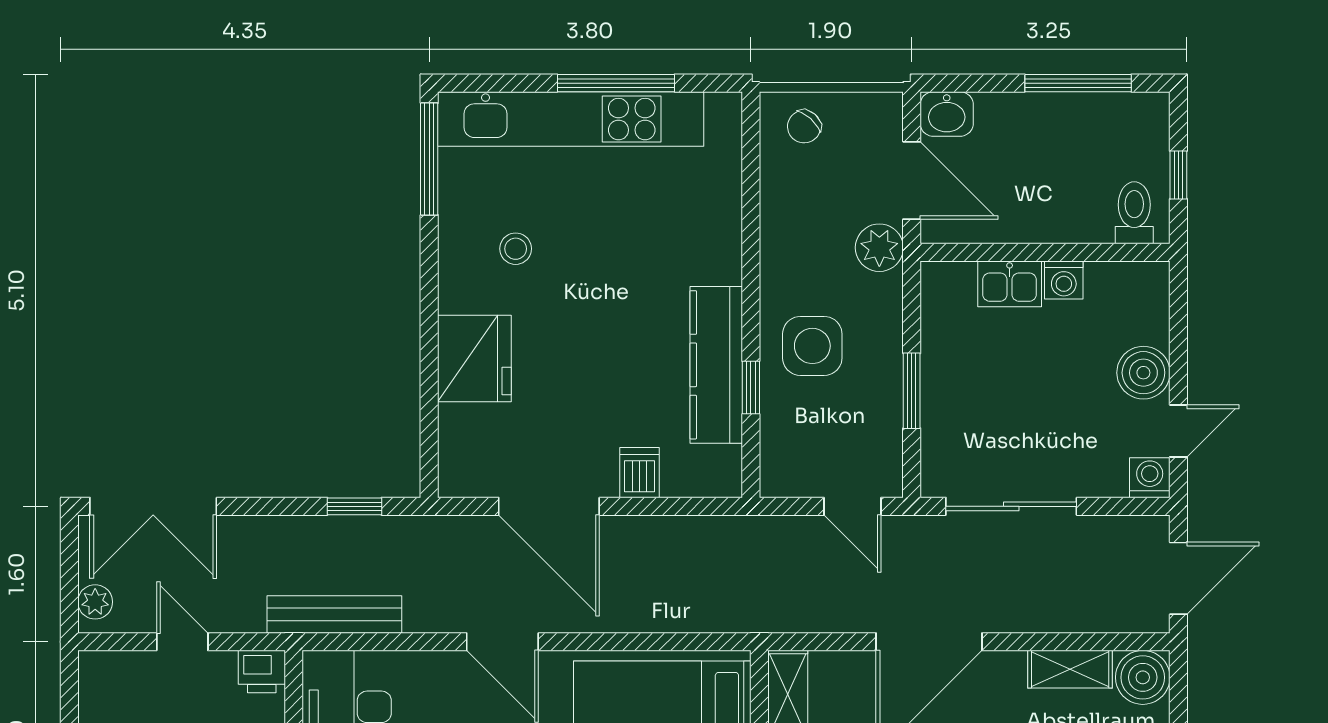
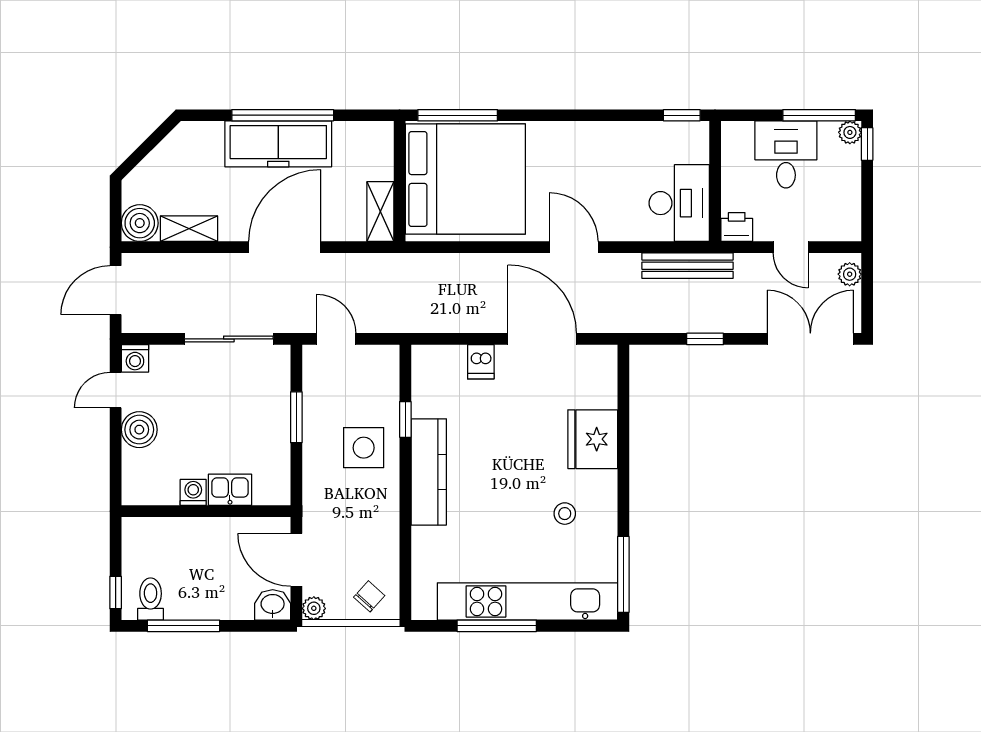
window: (1178, 175) -> (116, 592), moved
toilet: (1134, 213) -> (151, 599), moved, turned 180
plant: (879, 248) -> (314, 608), moved, width x0.73, depth x0.73
kitchen counter: (716, 365) -> (429, 472), moved
window: (354, 506) -> (705, 339), moved

